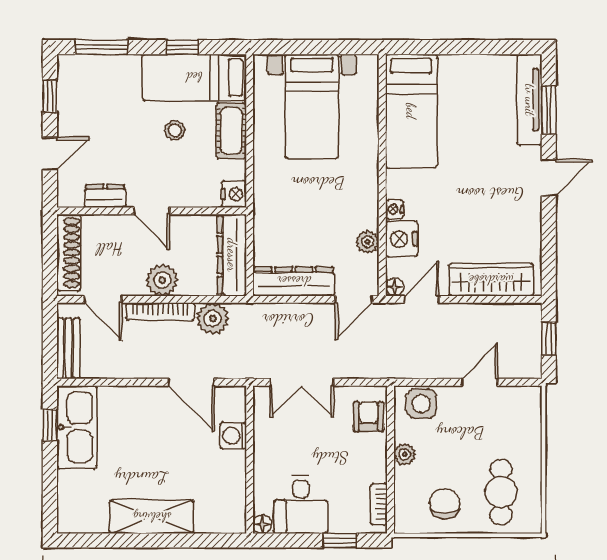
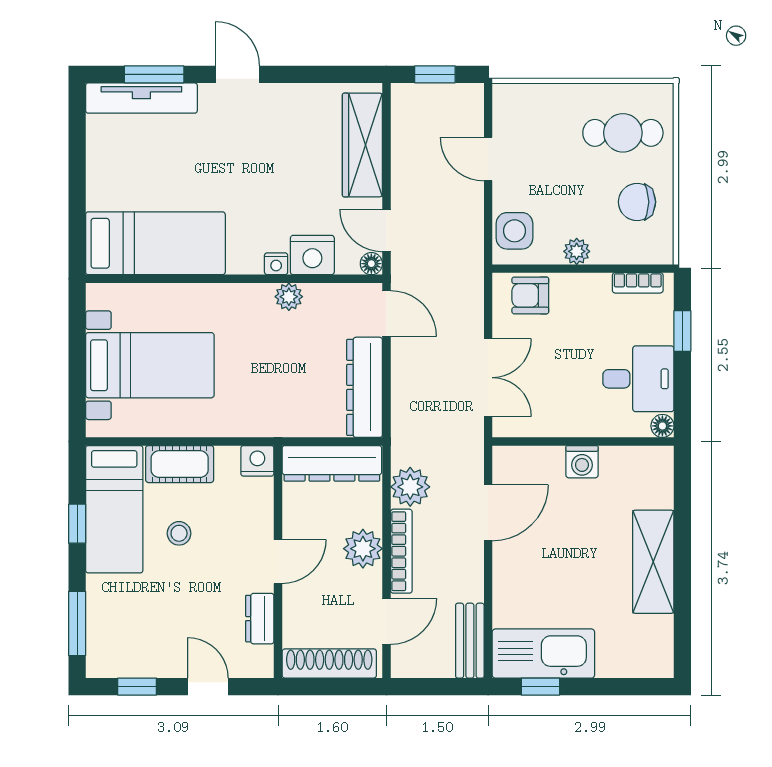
plant: (368, 242) -> (289, 297), moved
bench: (68, 348) -> (470, 641), moved, turned 90
washing machine: (233, 436) -> (582, 462), moved

